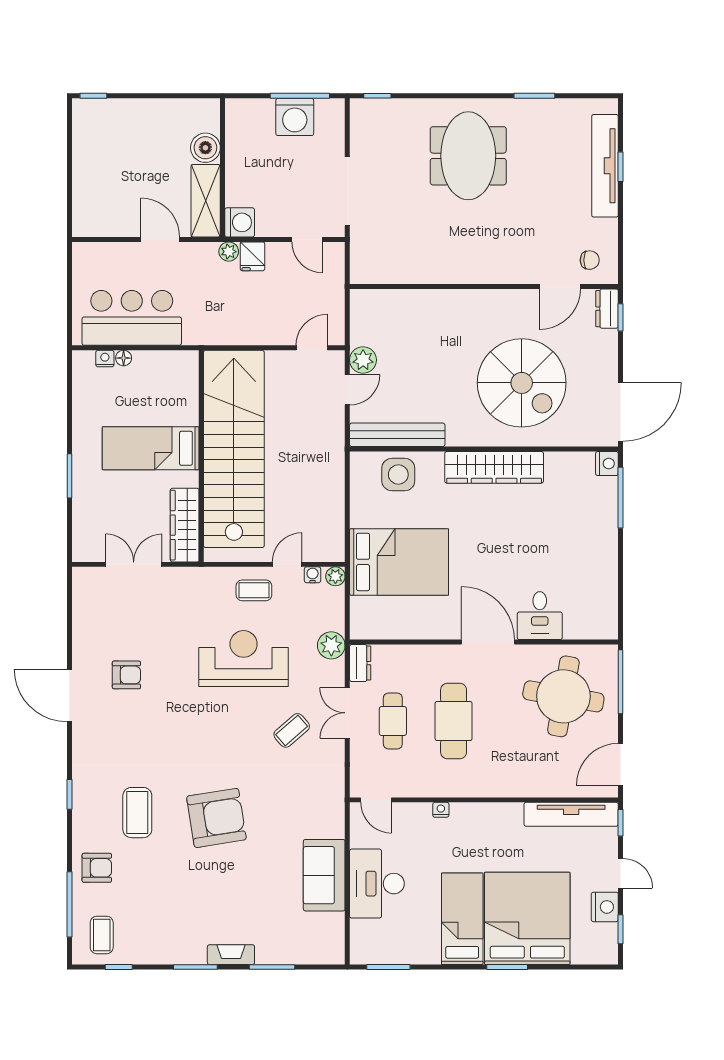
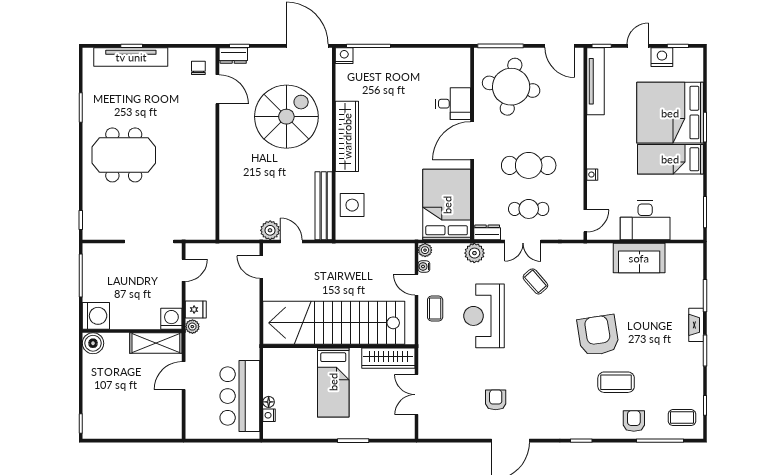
washing machine: (295, 117) -> (96, 316), moved
boiler: (205, 148) -> (93, 343), moved
bed: (399, 562) -> (447, 205), moved
coffee table: (137, 813) -> (616, 382), moved

